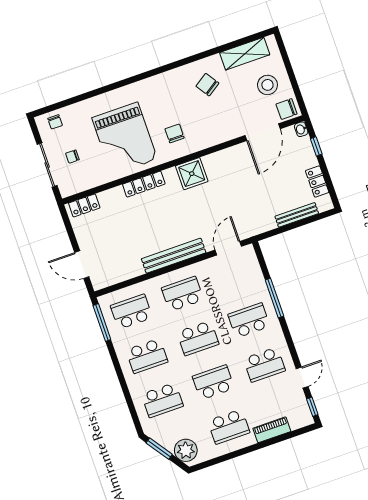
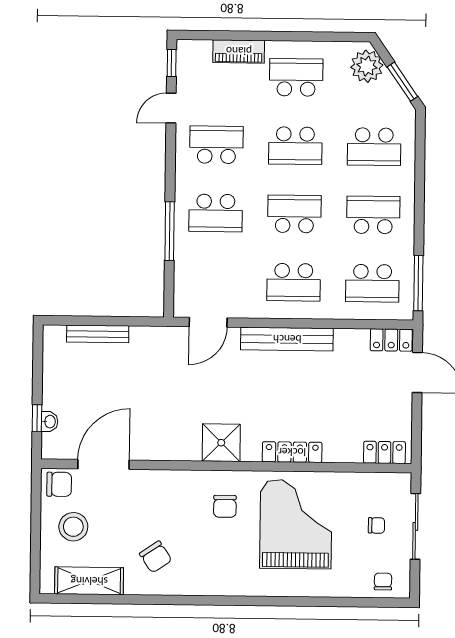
washbasin: (301, 129) -> (50, 422), moved
locker: (317, 182) -> (391, 340), moved, turned 90
school desk: (162, 400) -> (374, 147), turned 180

